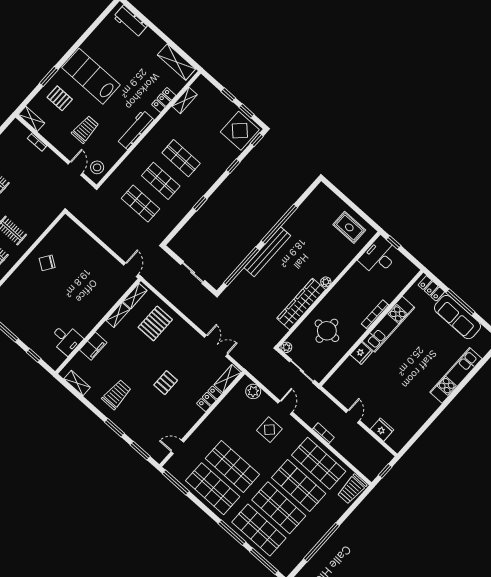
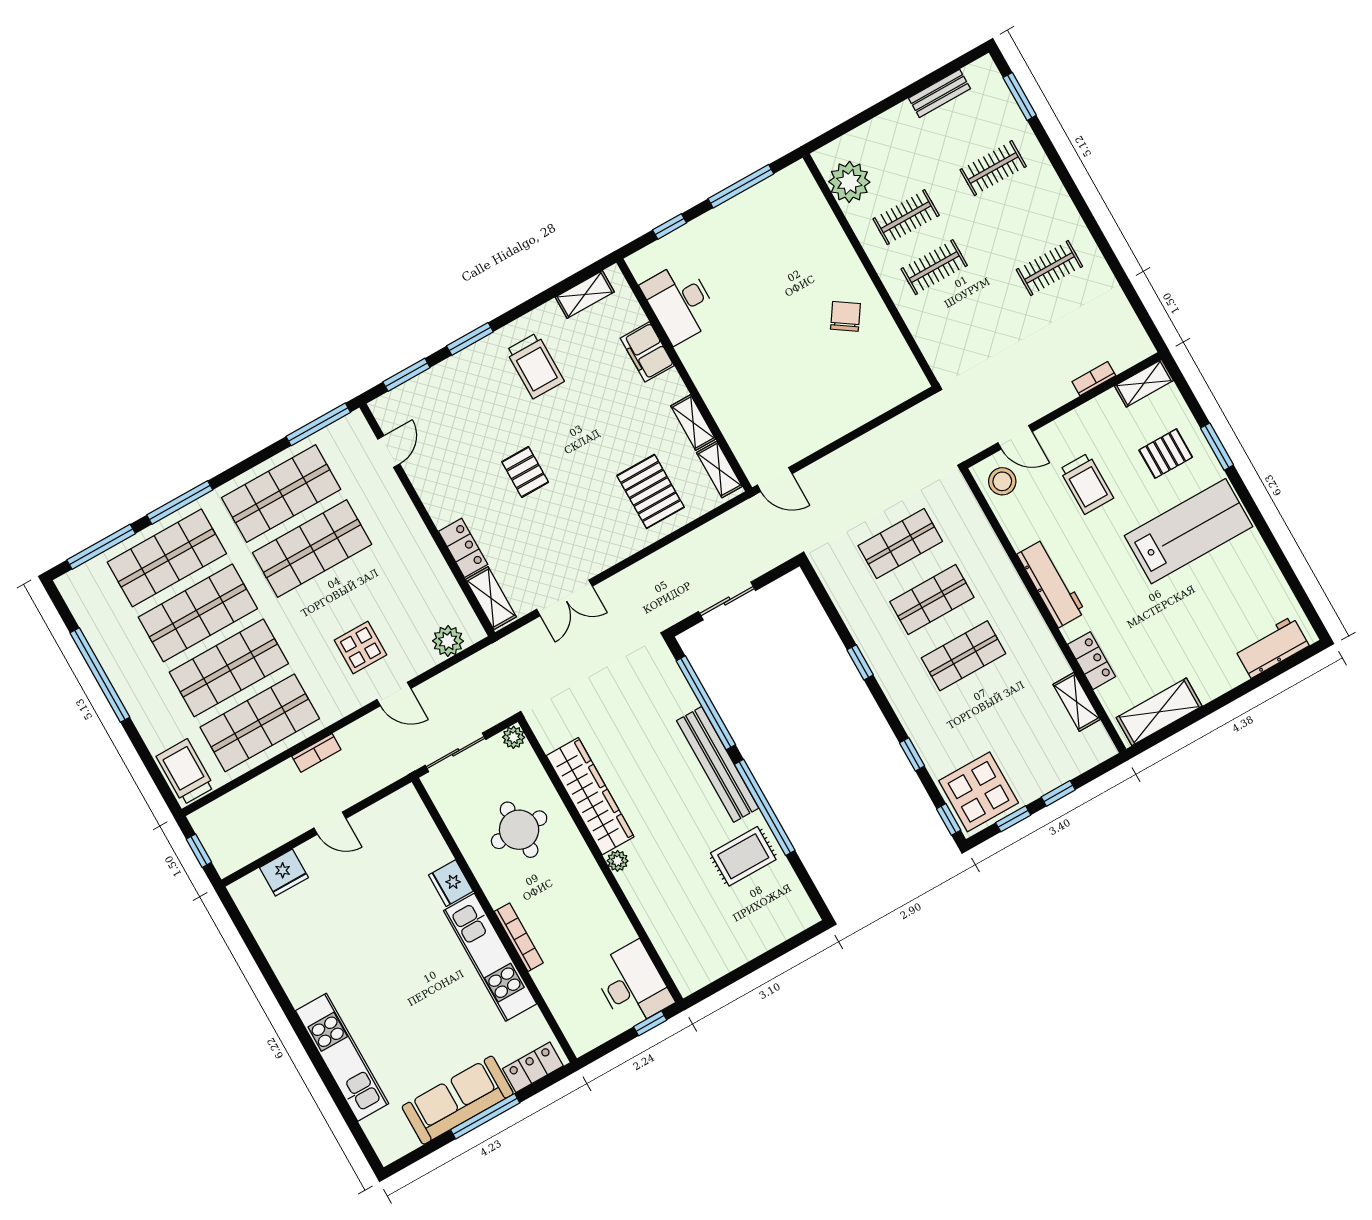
rug: (349, 227) -> (743, 856), moved
desk: (66, 339) -> (680, 302), width x1.37

